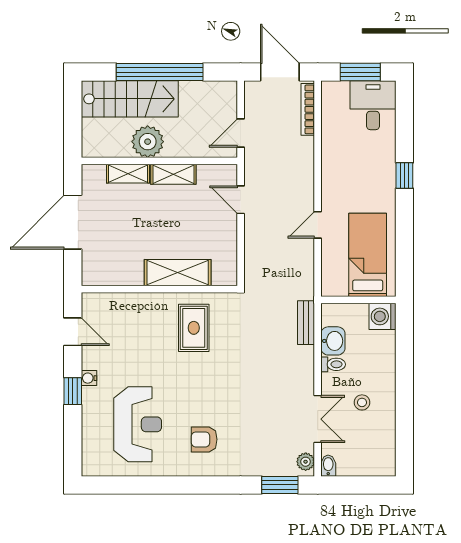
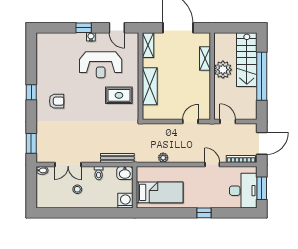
desk: (373, 105) -> (243, 191), width x1.37
shelving: (173, 174) -> (148, 45), moved
door: (318, 225) -> (212, 165), moved
bench: (306, 323) -> (117, 158), width x1.36
door: (73, 332) -> (117, 28), hinge flipped
washbasin: (333, 341) -> (125, 173), moved
reception desk: (138, 424) -> (101, 65), moved
armchair: (204, 439) -> (57, 101), turned 90
plant: (306, 462) -> (163, 158), moved
window: (188, 485) -> (31, 92), added

